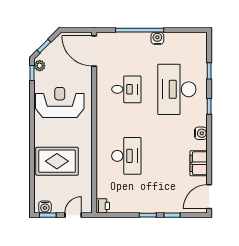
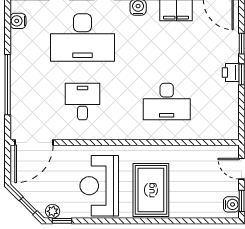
water cooler: (157, 38) -> (18, 21), moved
desk: (126, 156) -> (167, 102), turned 180
rug: (57, 161) -> (151, 190), moved
printer: (103, 206) -> (231, 72), moved, turned -90

